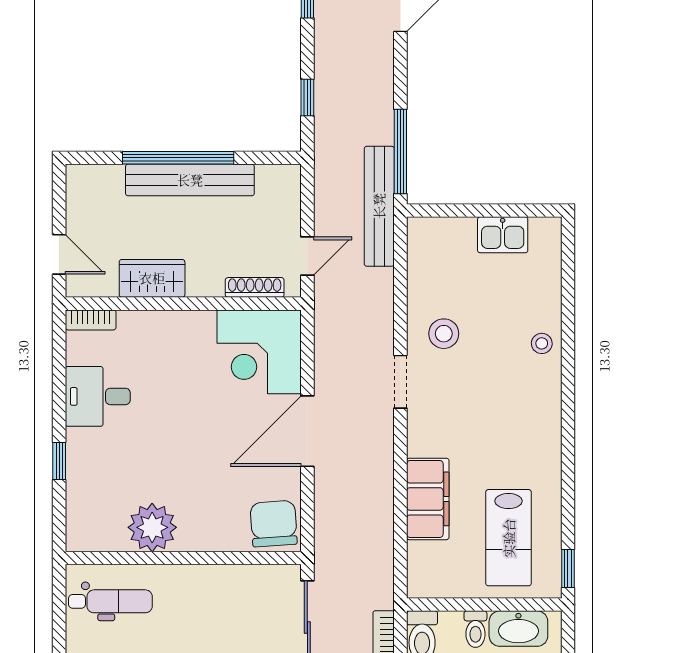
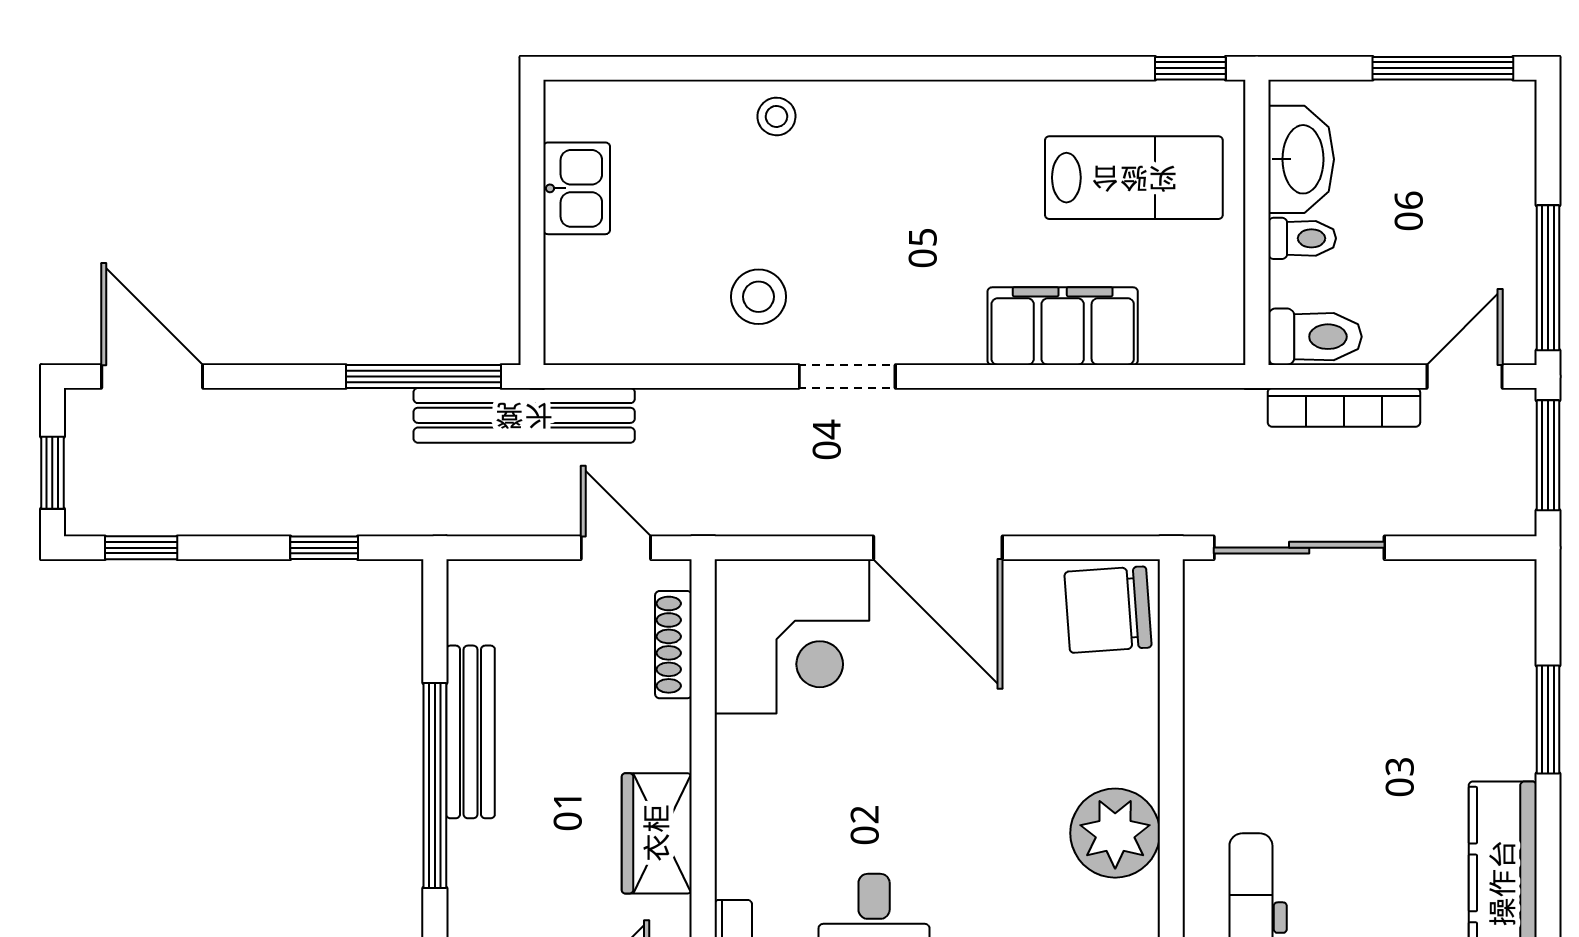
bench: (190, 180) -> (471, 732), width x0.73, depth x0.82

